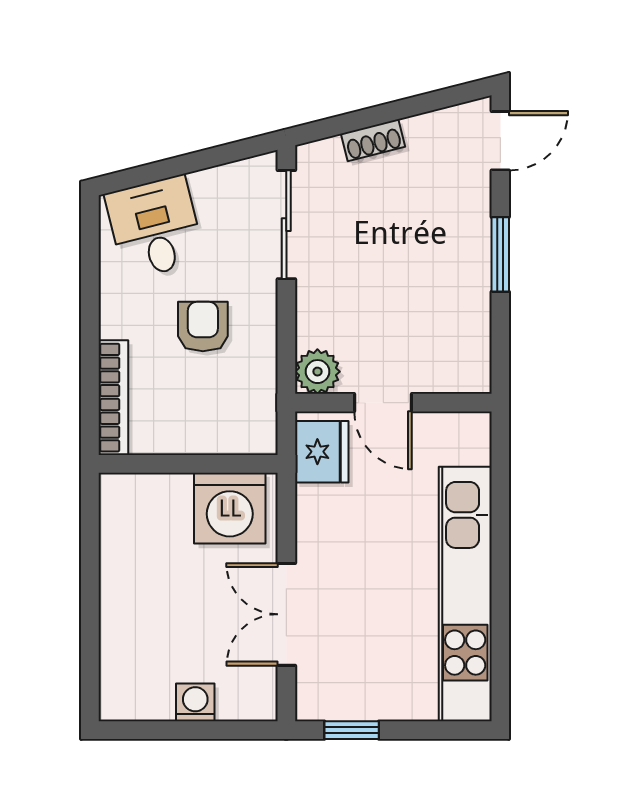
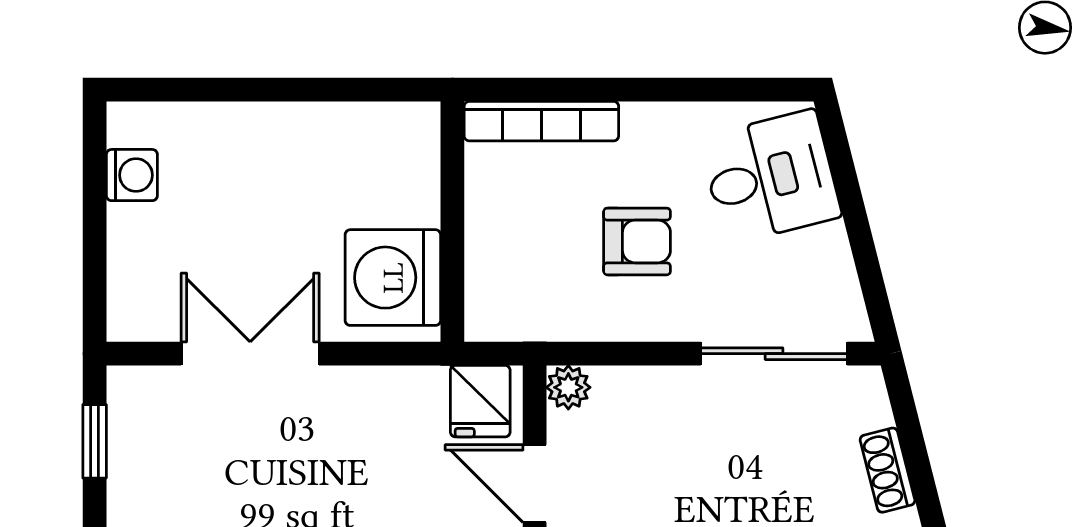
plant: (317, 372) -> (568, 387), width x0.73, depth x0.73
door: (383, 403) -> (535, 484), hinge flipped
fridge: (322, 452) -> (480, 401), width x0.72
washing machine: (195, 702) -> (132, 175), moved

